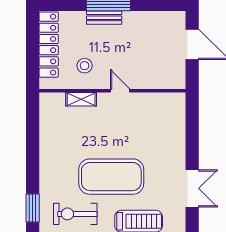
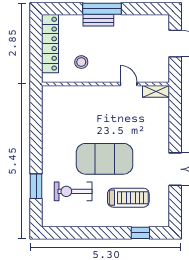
door: (120, 91) -> (129, 84), moved
shelving: (81, 99) -> (156, 91), moved

